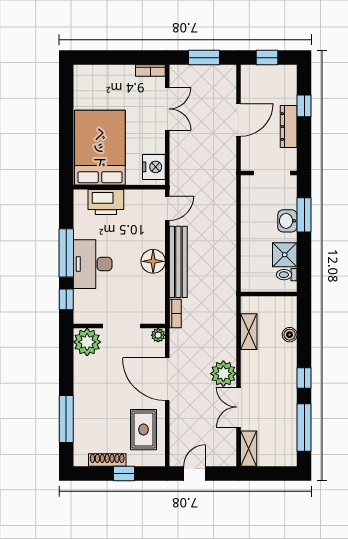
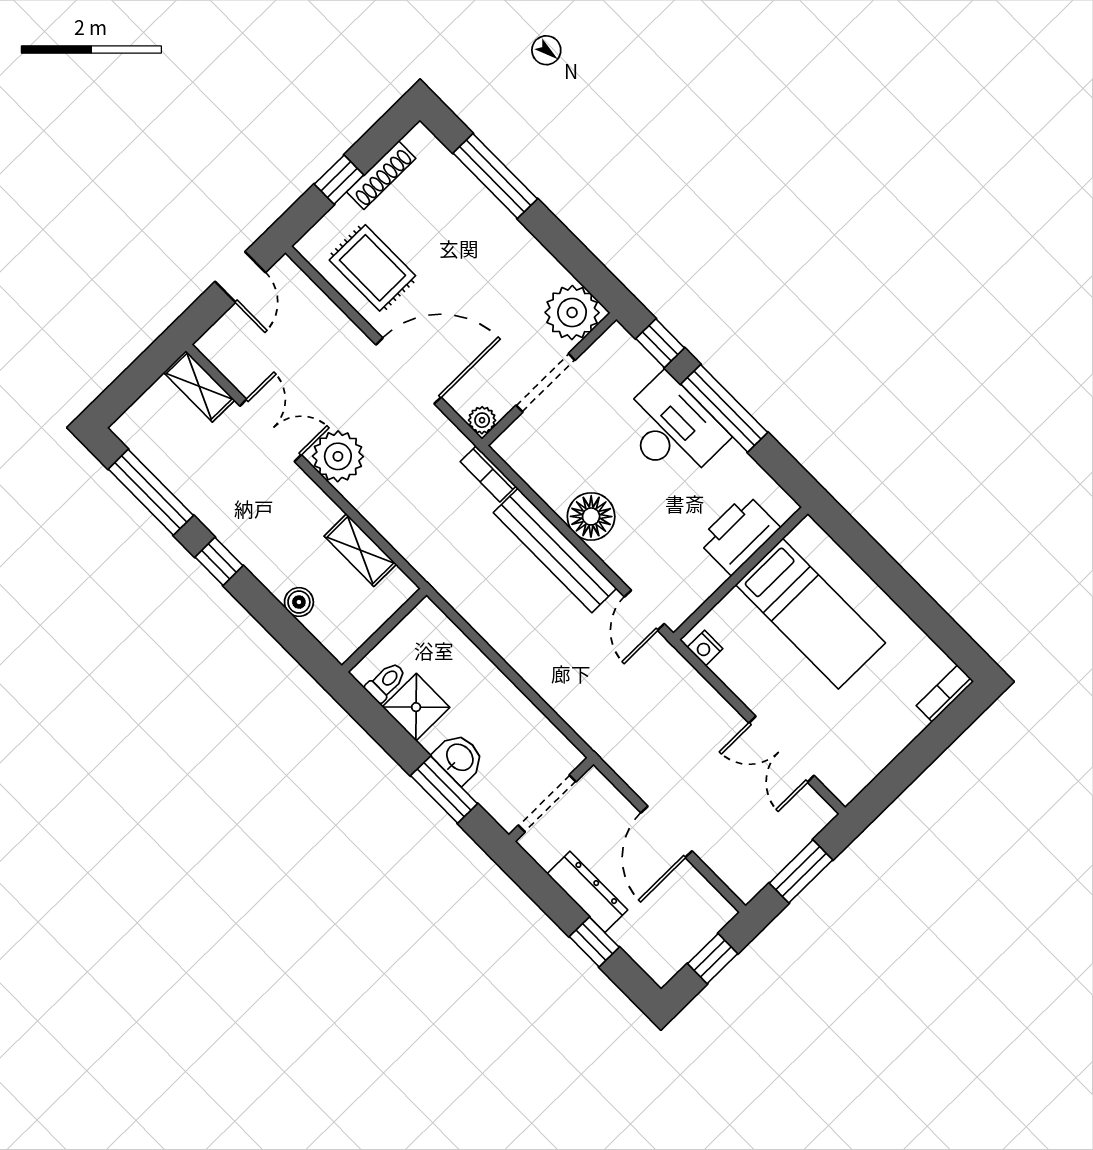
bookcase: (150, 71) -> (945, 693), moved
bed: (100, 148) -> (810, 614), width x0.67
nightstand: (154, 167) -> (705, 648), width x0.53, depth x0.56

